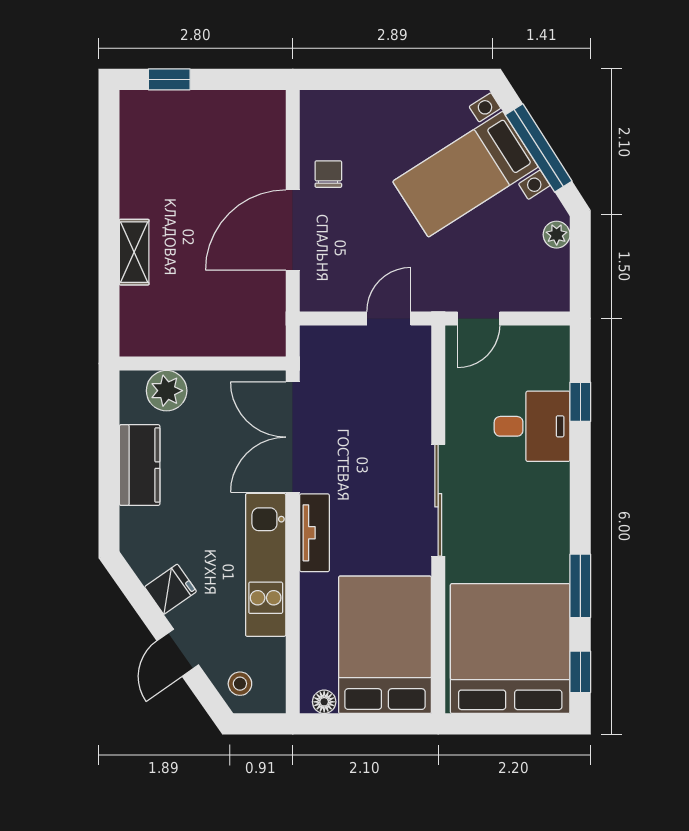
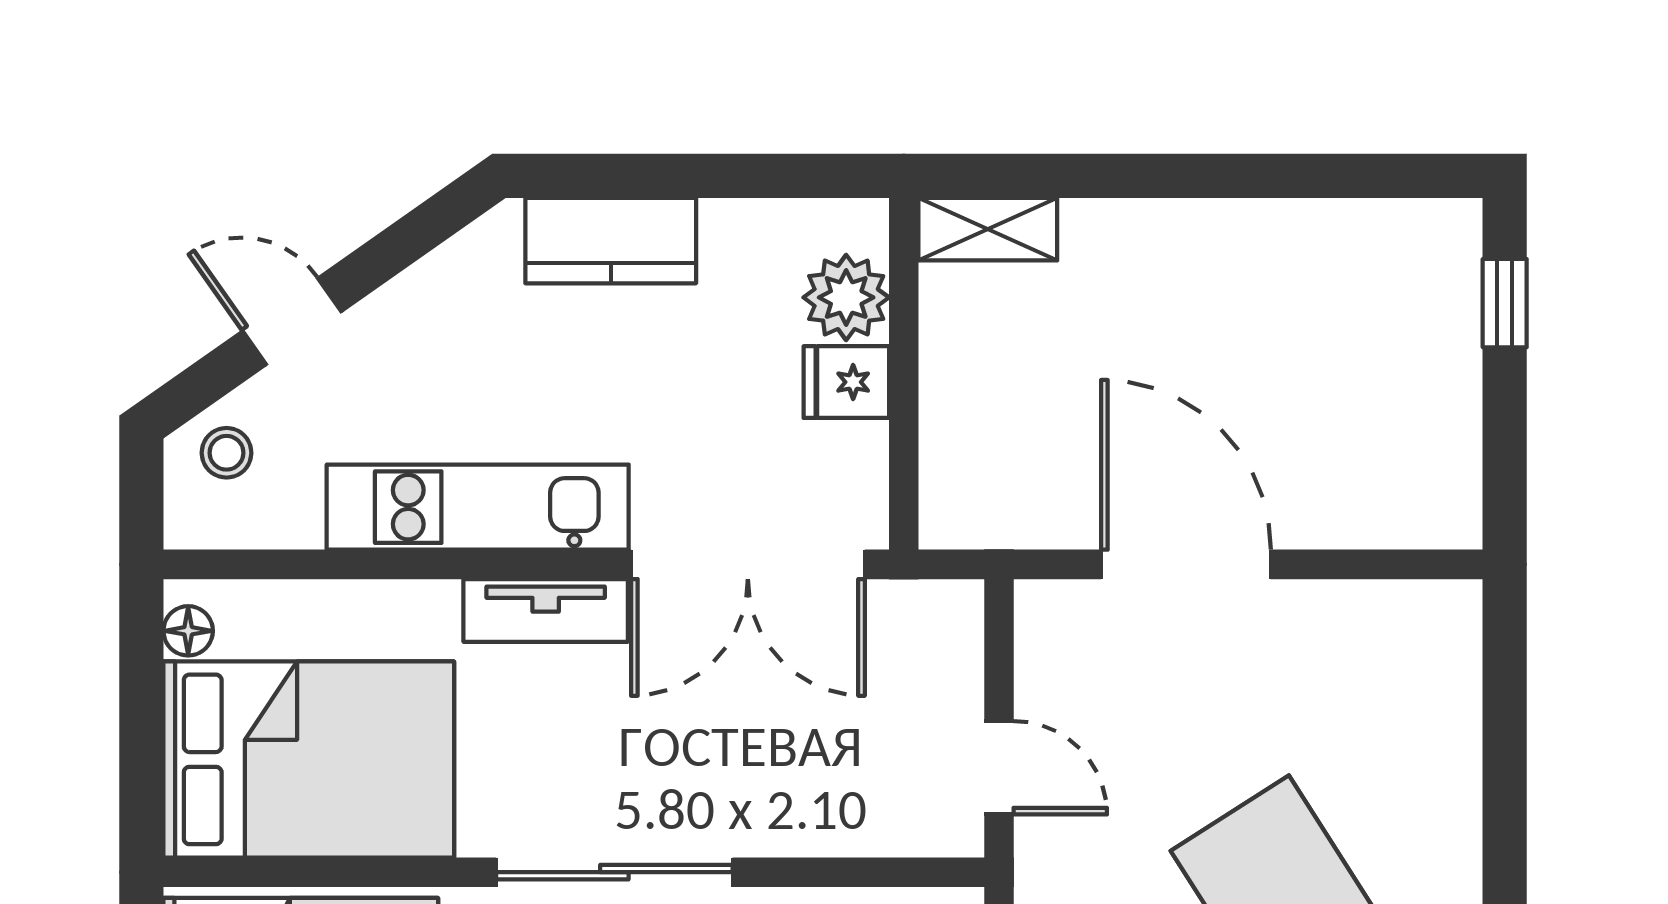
chair: (328, 174) -> (1304, 640), removed
shelving: (134, 252) -> (988, 229), moved
double door: (293, 437) -> (748, 564), swing flipped
kitchen counter: (140, 465) -> (611, 241), moved
fridge: (171, 589) -> (846, 382), moved, turned 125

